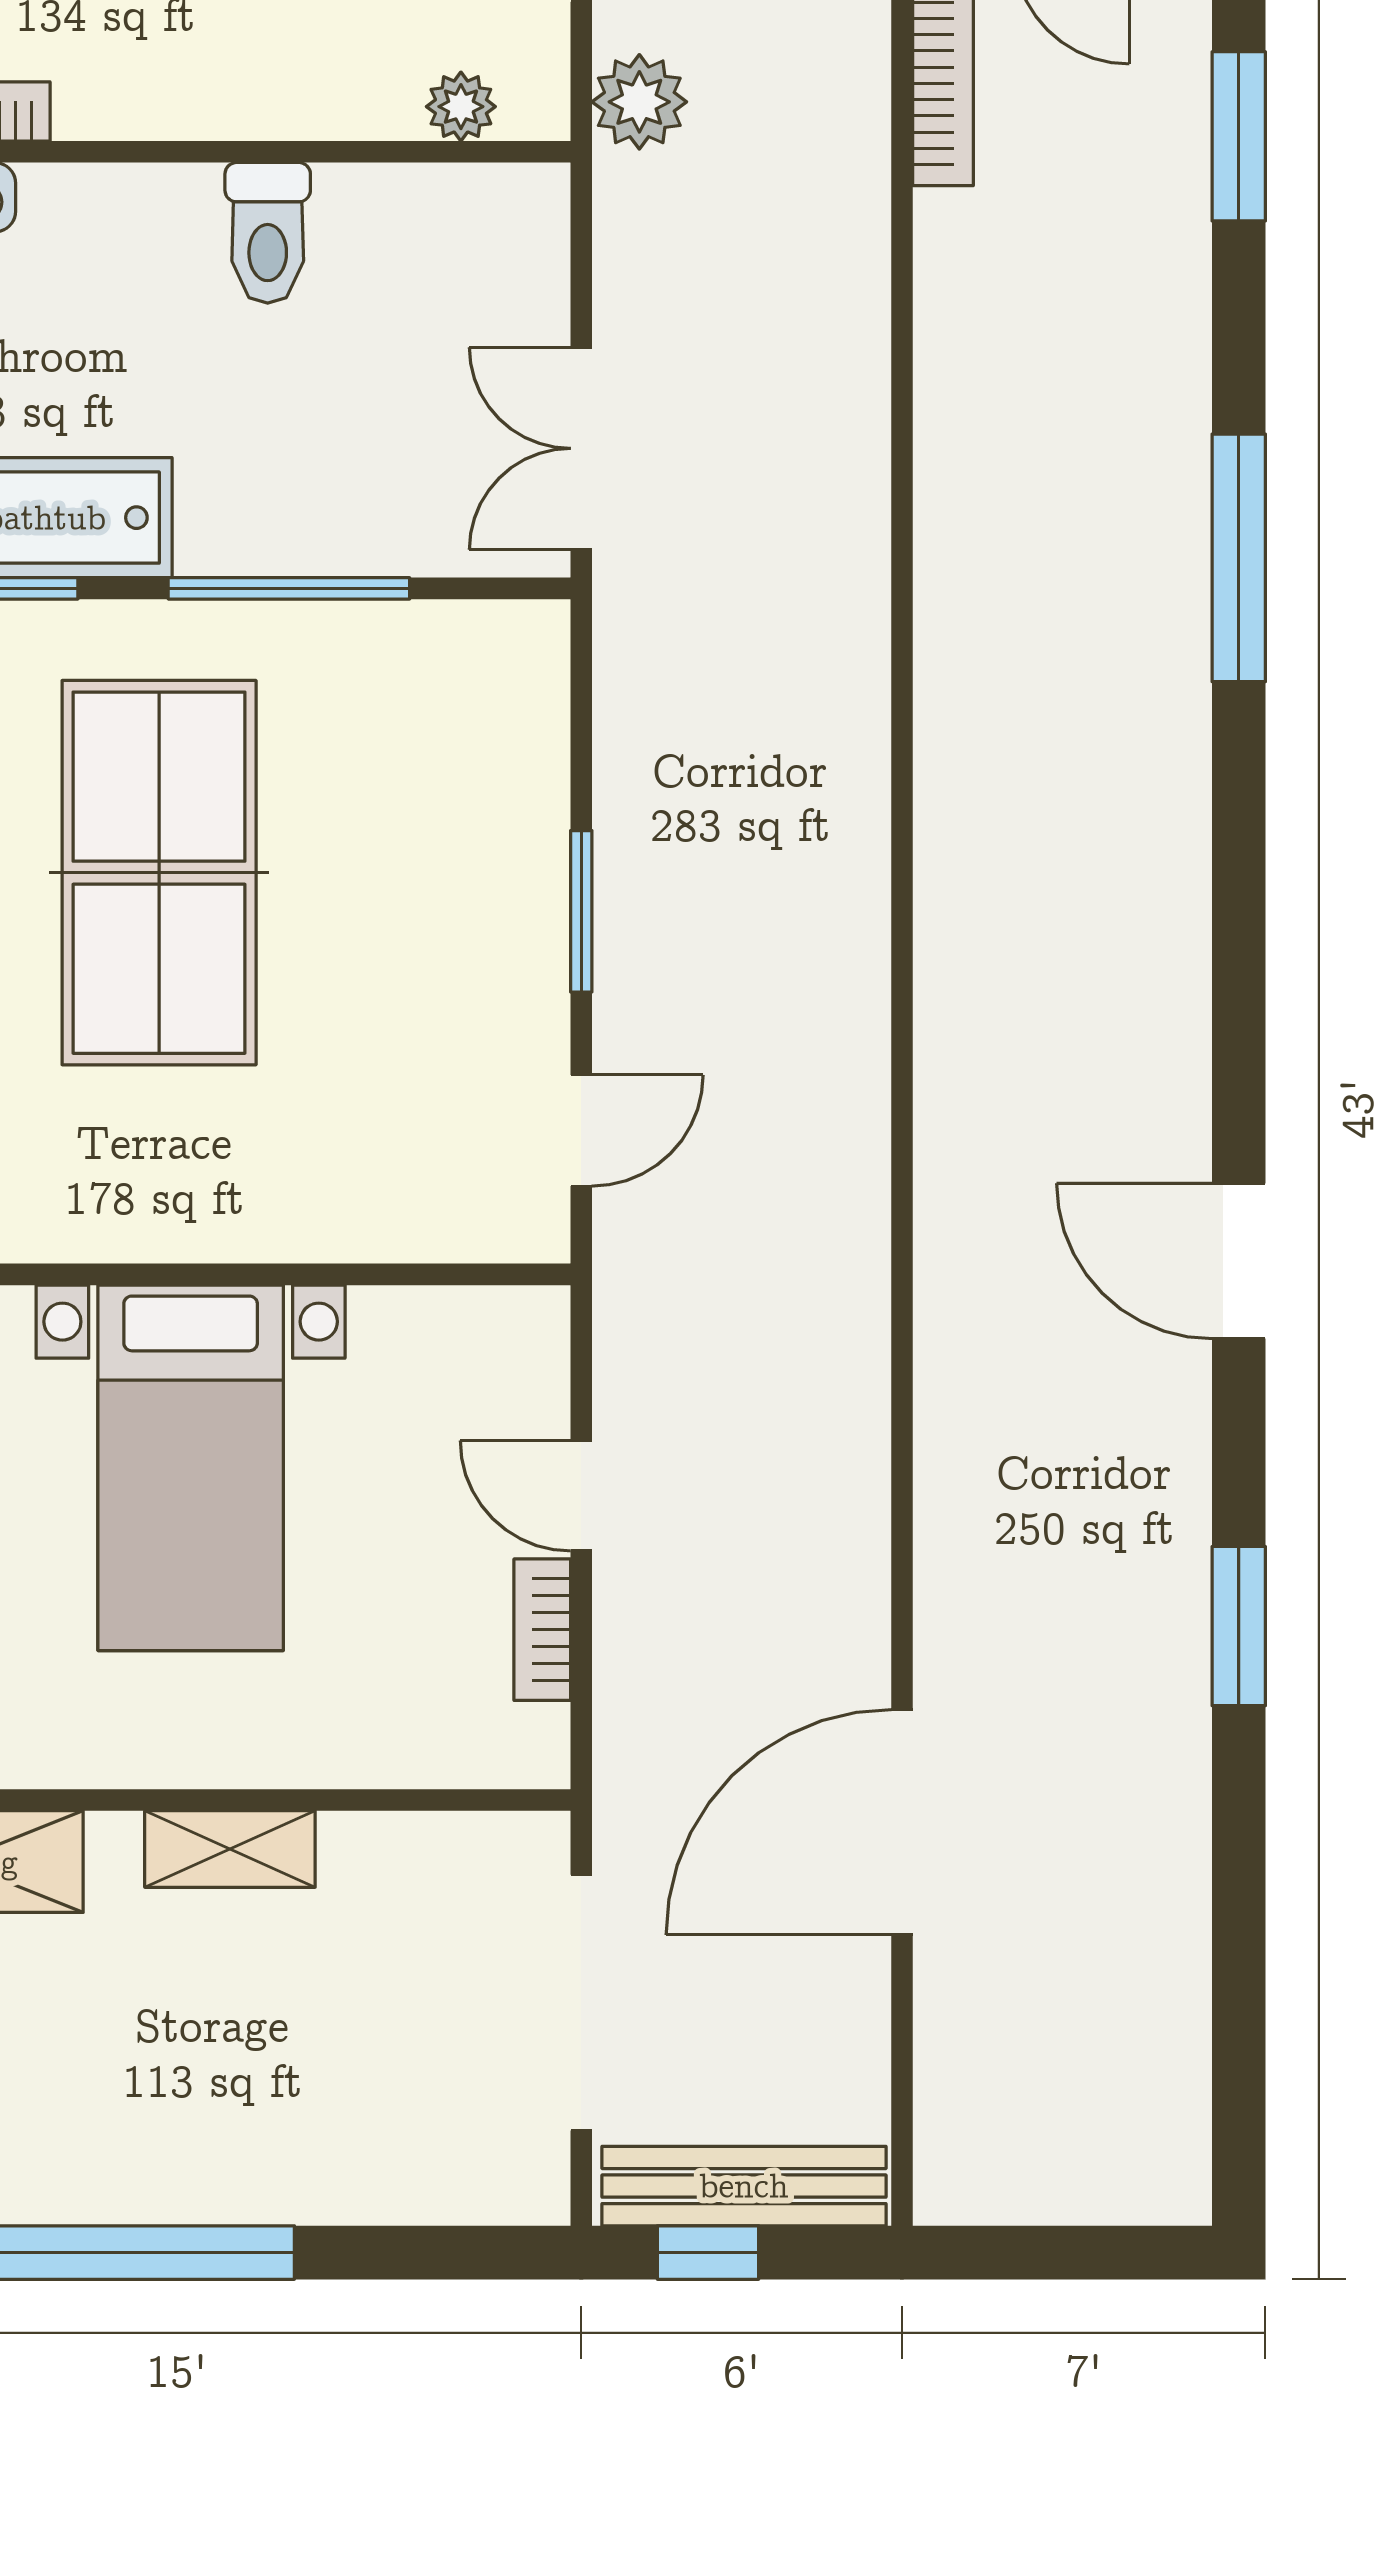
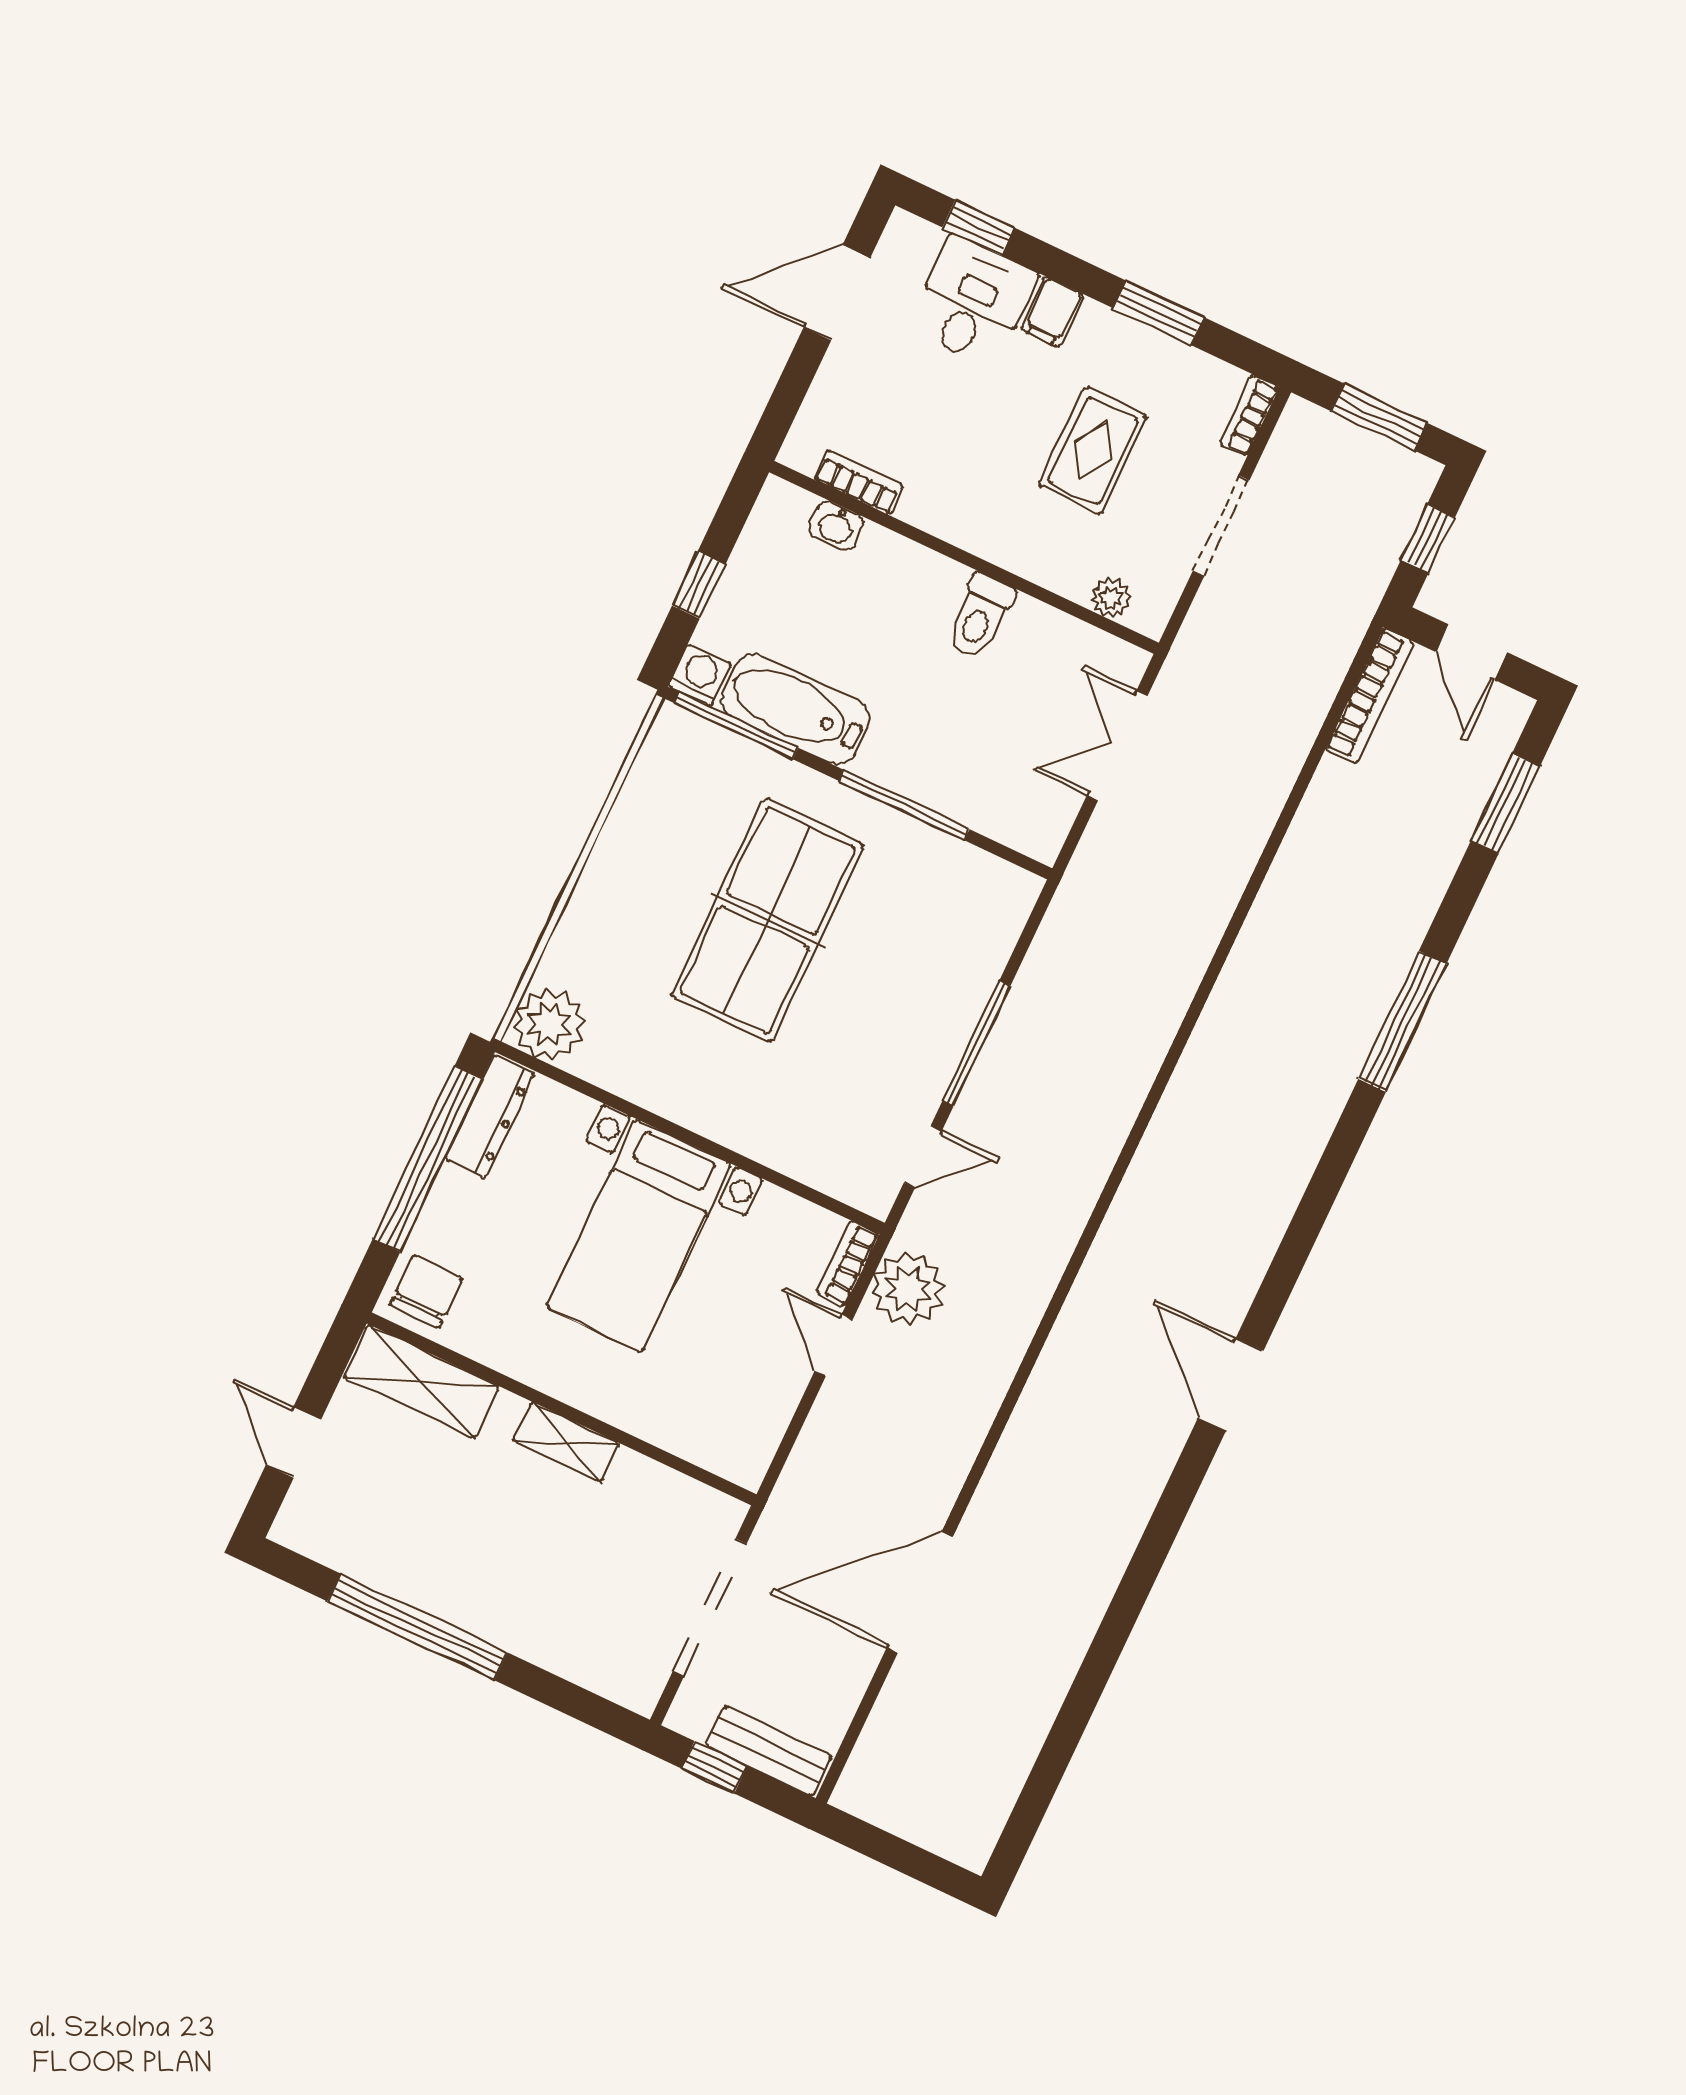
plant: (639, 102) -> (908, 1289), moved, width x1.36, depth x1.36
double door: (581, 448) -> (1117, 746), moved
window: (581, 911) -> (976, 1043), width x1.44
window: (1239, 1626) -> (1142, 1573), removed
bookcase: (542, 1630) -> (848, 1264), moved
bench: (744, 2186) -> (769, 1751), width x0.73

